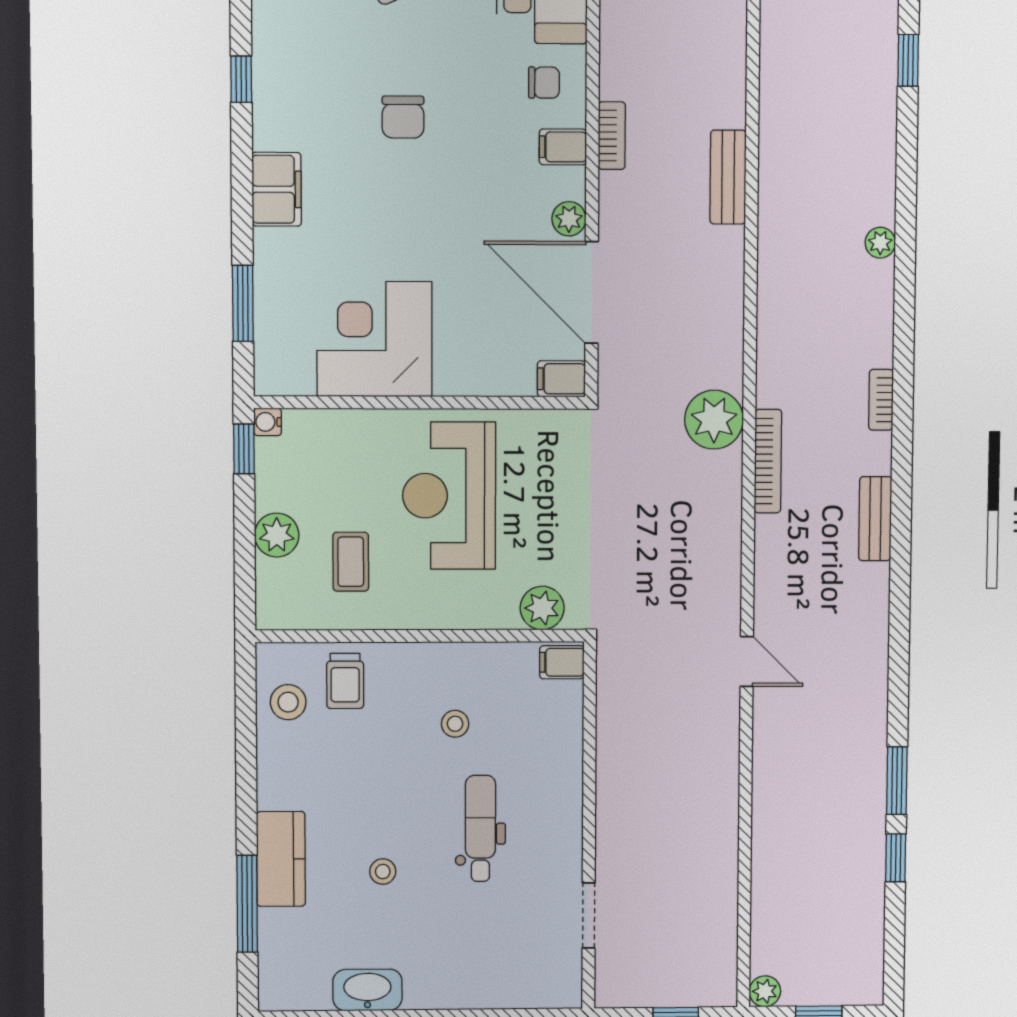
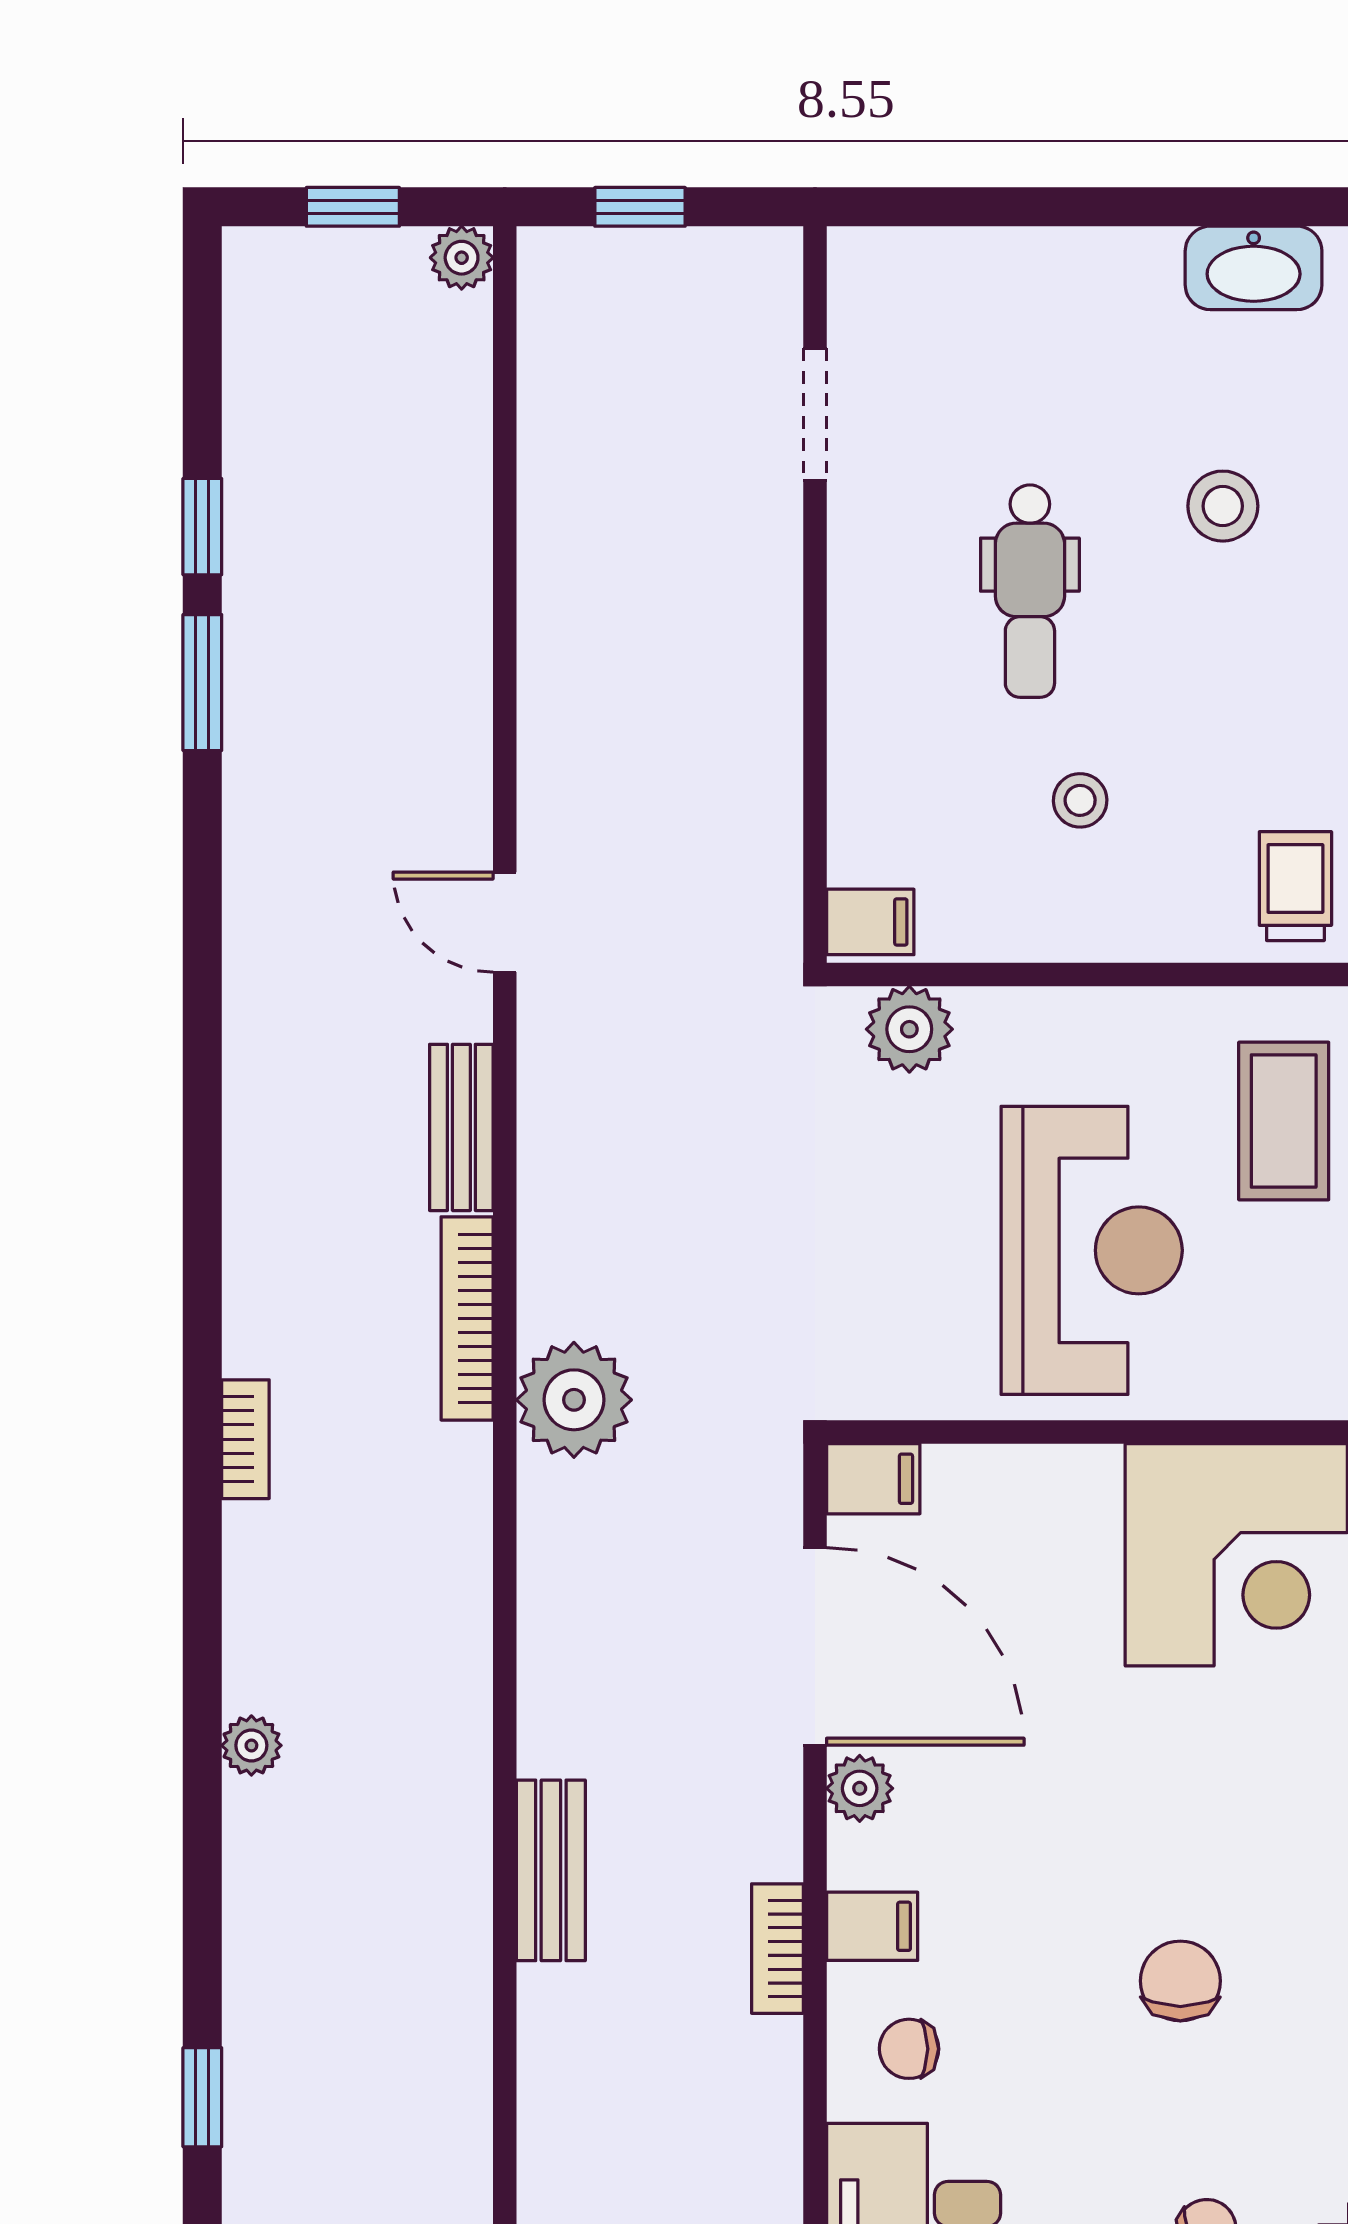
bench: (875, 519) -> (461, 1127), moved
coffee table: (351, 562) -> (1284, 1121), width x1.36, depth x1.30
stool: (383, 872) -> (1223, 506), width x1.37, depth x1.37

